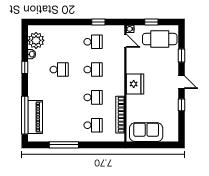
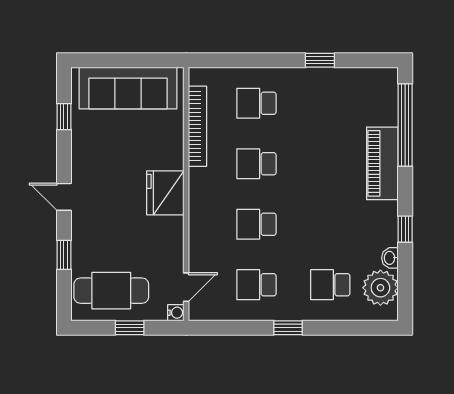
window: (98, 22) -> (288, 328), moved
door: (125, 41) -> (186, 287), swing flipped
school desk: (59, 70) -> (330, 285), moved
window: (181, 105) -> (64, 117), moved
piano: (35, 117) -> (382, 163), moved
sofa: (146, 132) -> (128, 88), width x1.36
window: (64, 145) -> (320, 60), width x0.46

